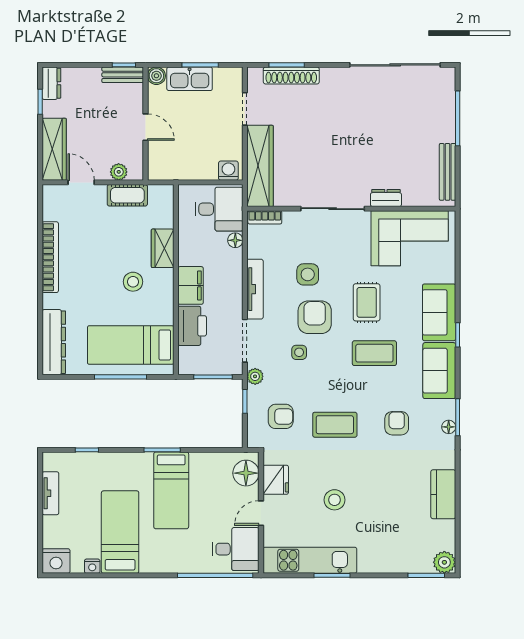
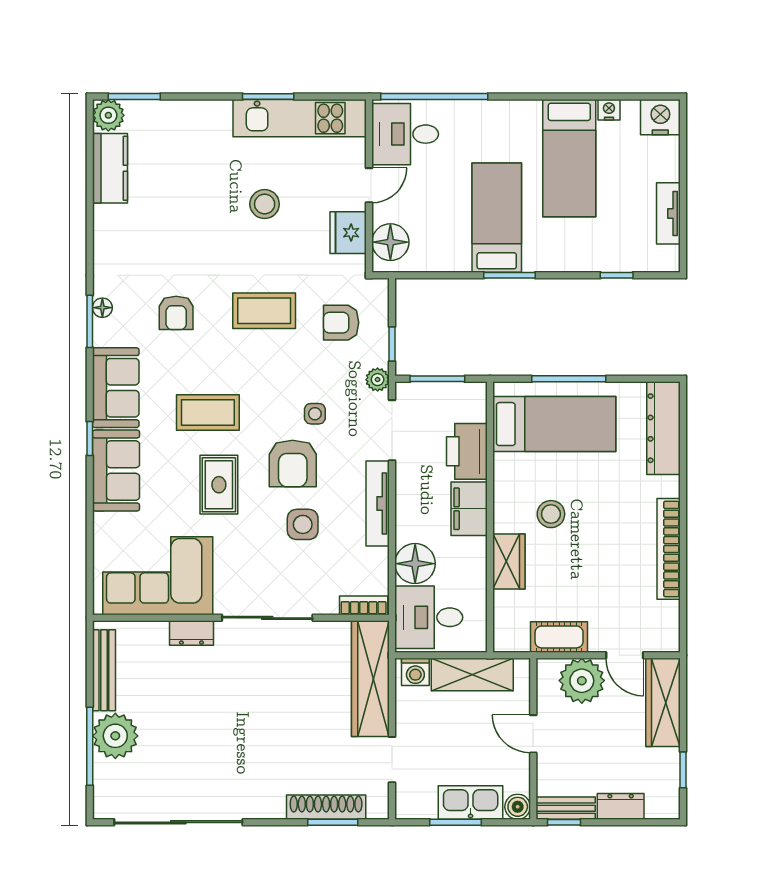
dresser: (51, 83) -> (621, 806), moved, turned 90
plant: (440, 126) -> (115, 736), added
shelving: (188, 169) -> (472, 674), added
plant: (119, 172) -> (582, 681), width x1.87, depth x1.87
floor lamp: (235, 240) -> (415, 564), width x1.89, depth x1.89
kitchen counter: (443, 494) -> (110, 168), moved

